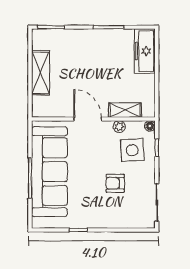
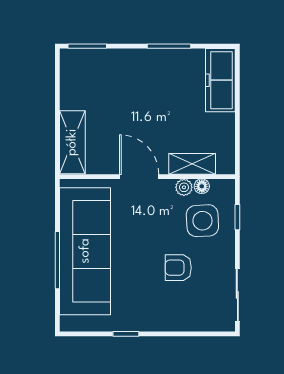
shelving: (41, 73) -> (72, 142), moved
floor lamp: (150, 126) -> (202, 186), moved

